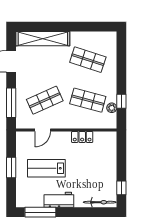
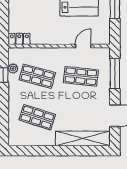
shop shelf: (45, 100) -> (81, 76), turned 30
locker: (82, 137) -> (19, 39), moved

